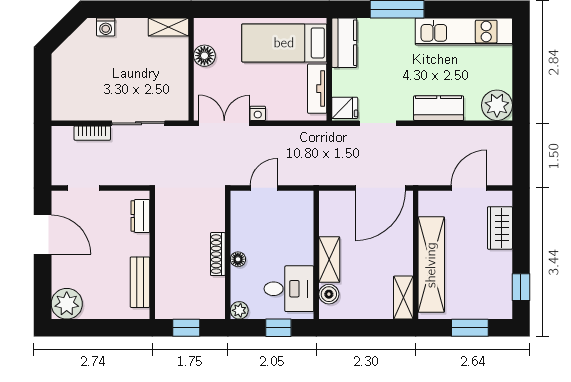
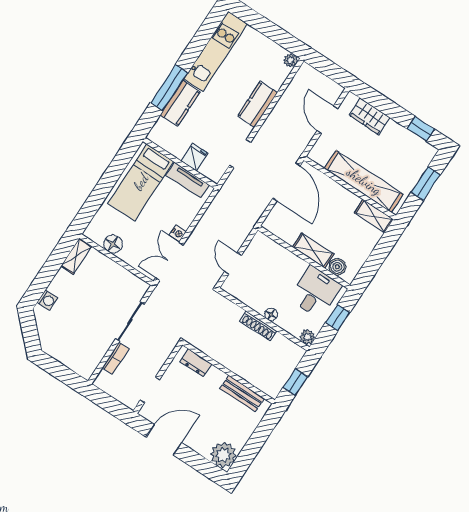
kitchen counter: (344, 43) -> (180, 103), moved, turned 90
plant: (497, 105) -> (291, 60), width x0.53, depth x0.53
fridge: (345, 108) -> (195, 157), moved

